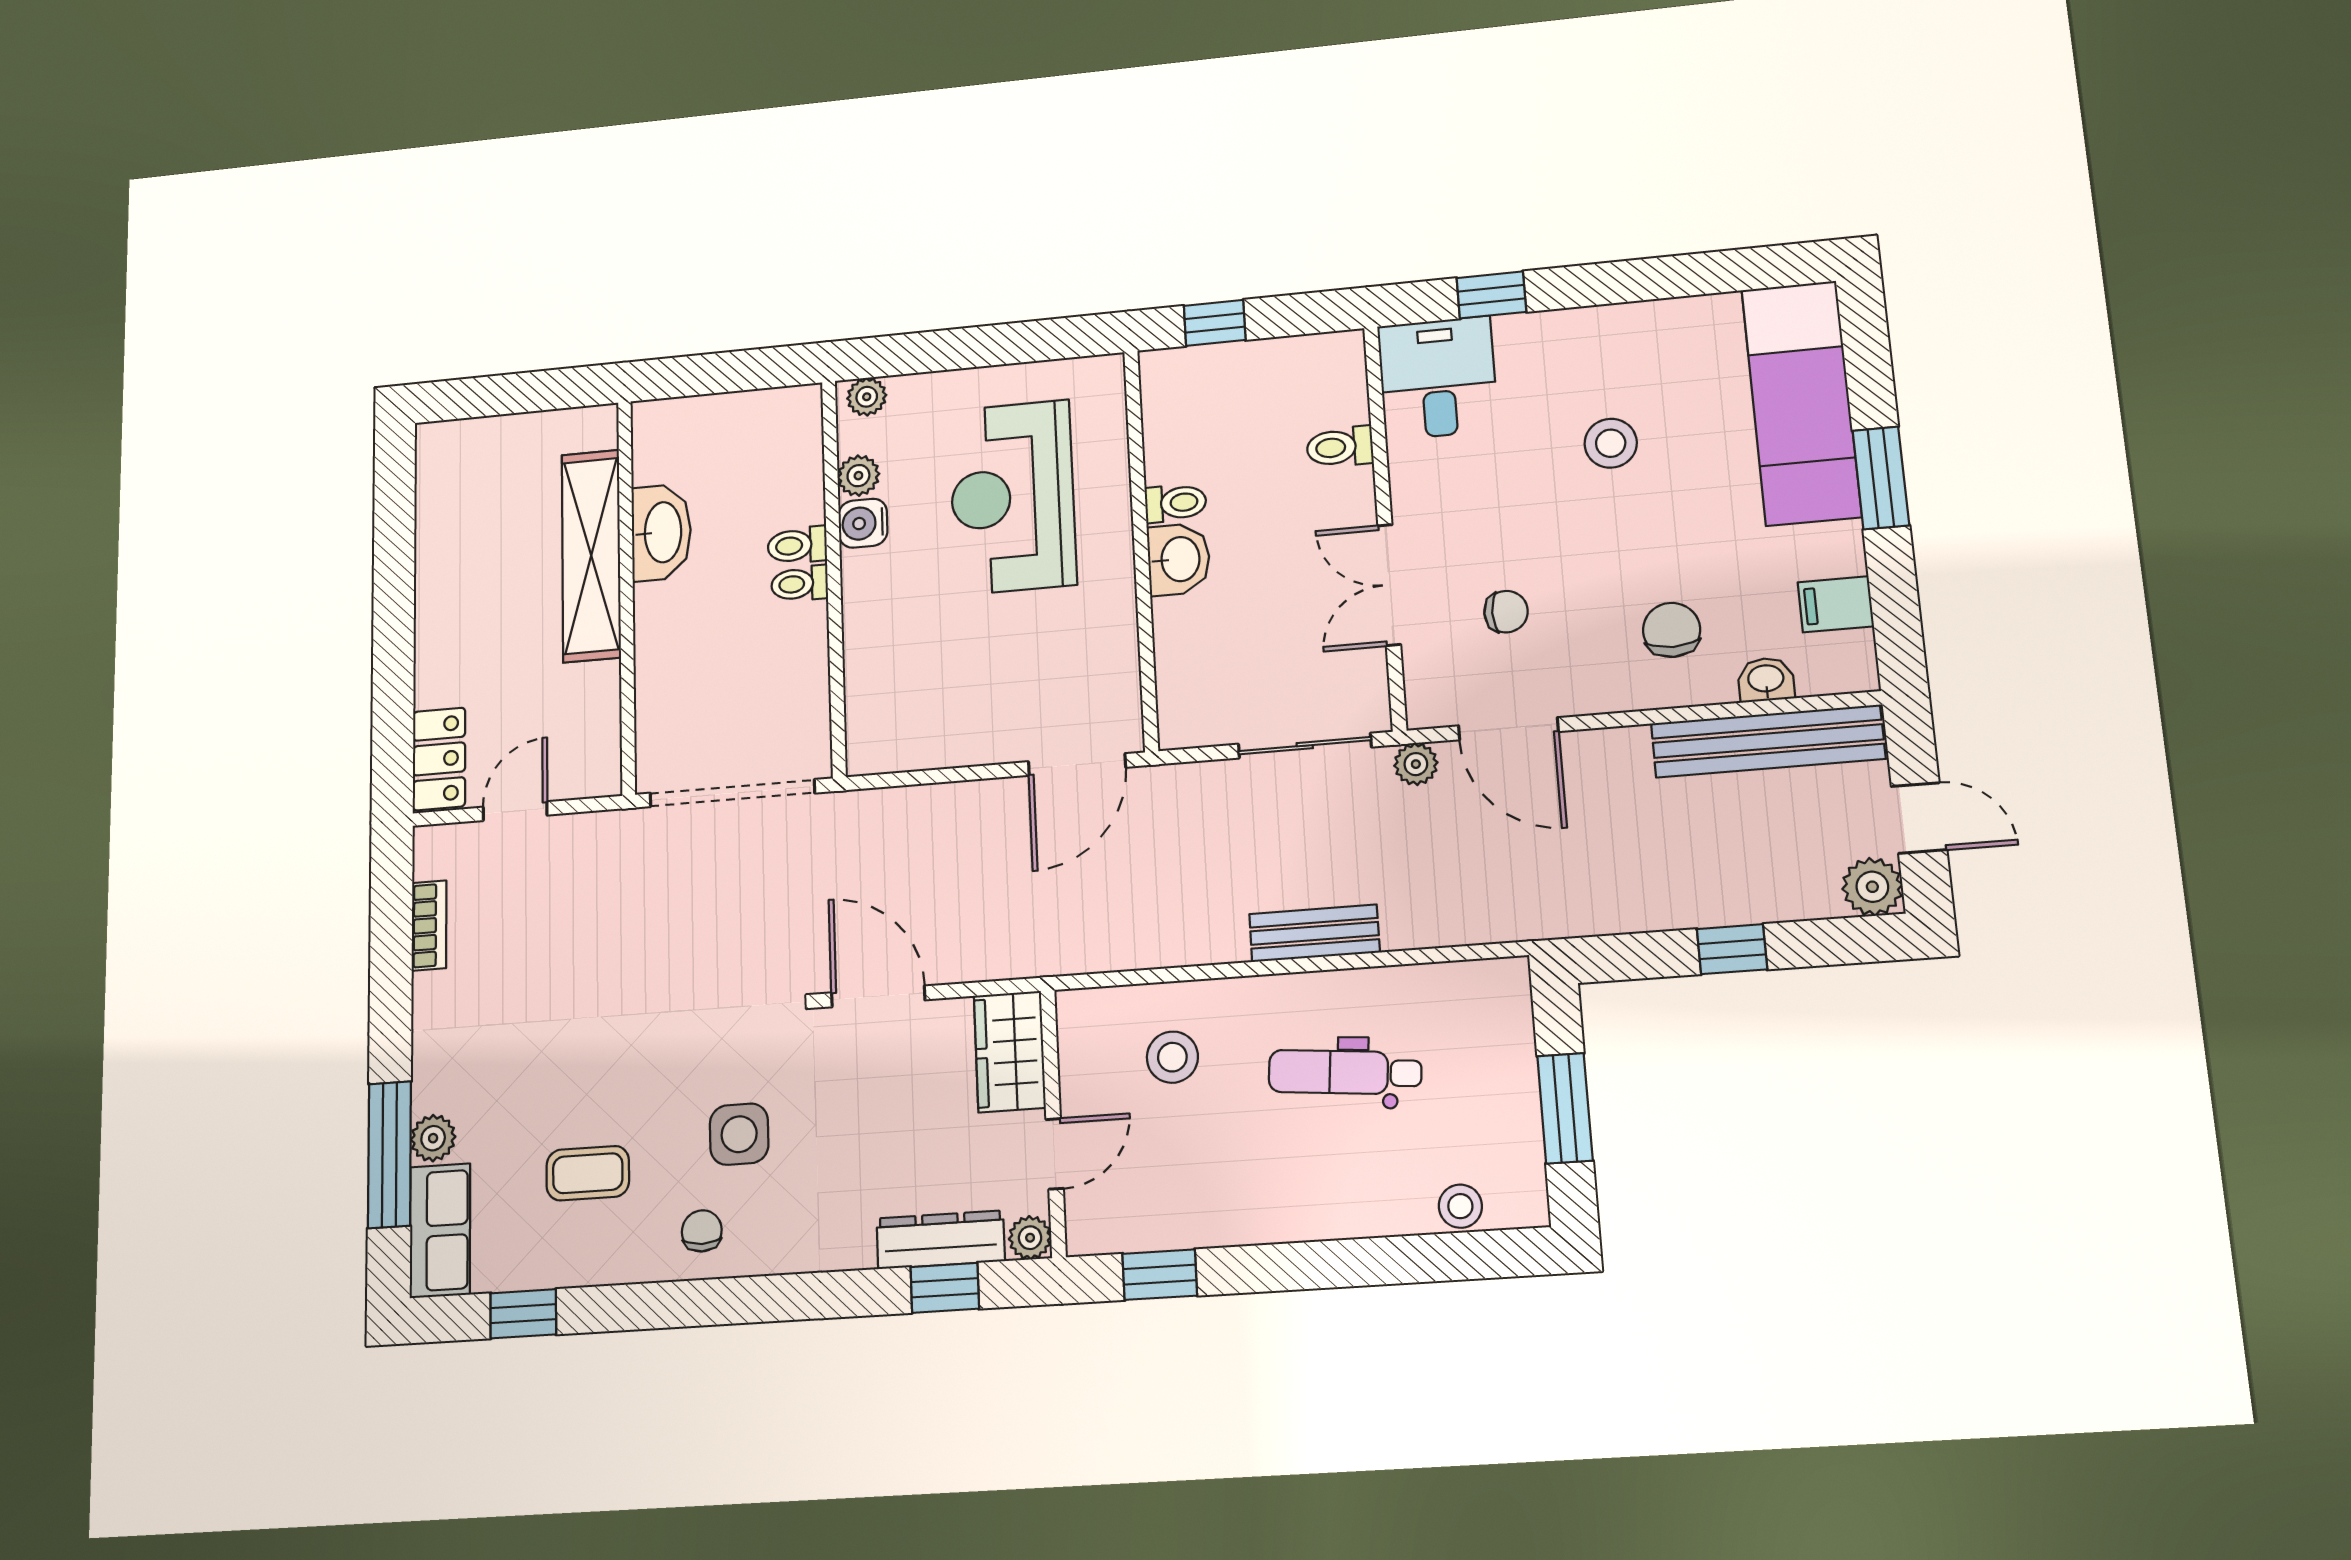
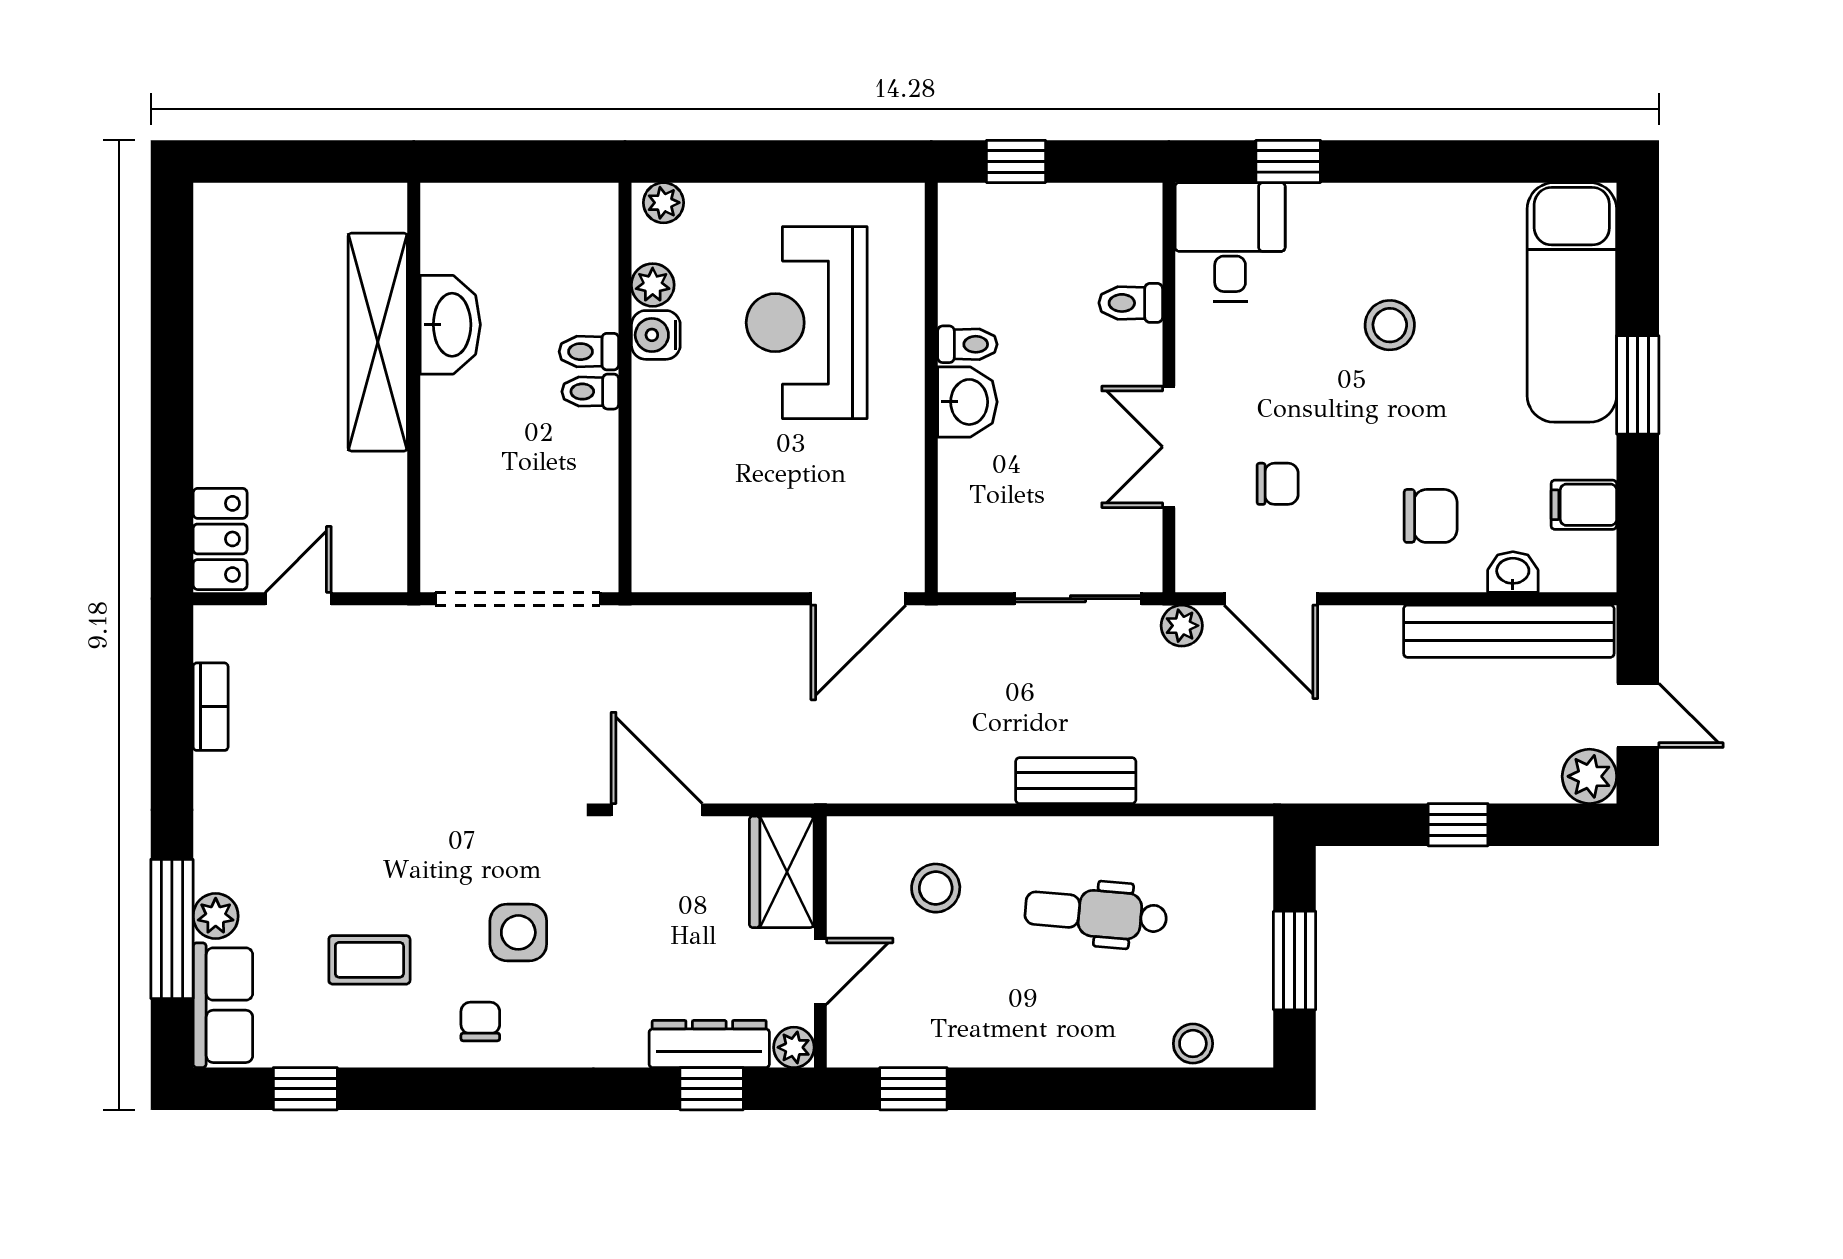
chair: (1672, 630) -> (1431, 516), turned 90

